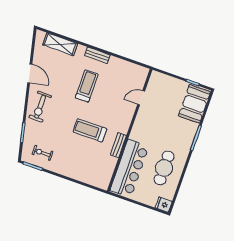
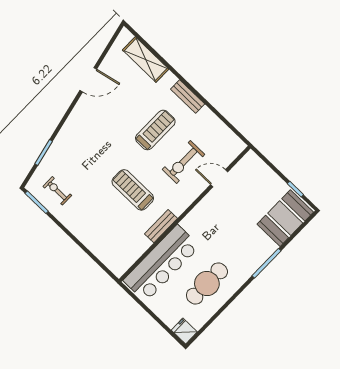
door: (30, 74) -> (88, 80), hinge flipped
exercise bike: (40, 107) -> (183, 162), moved

